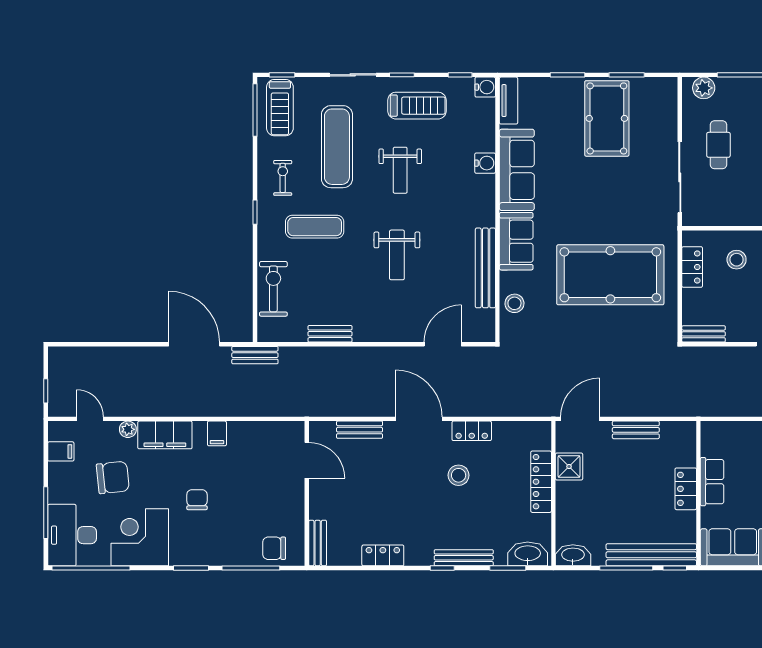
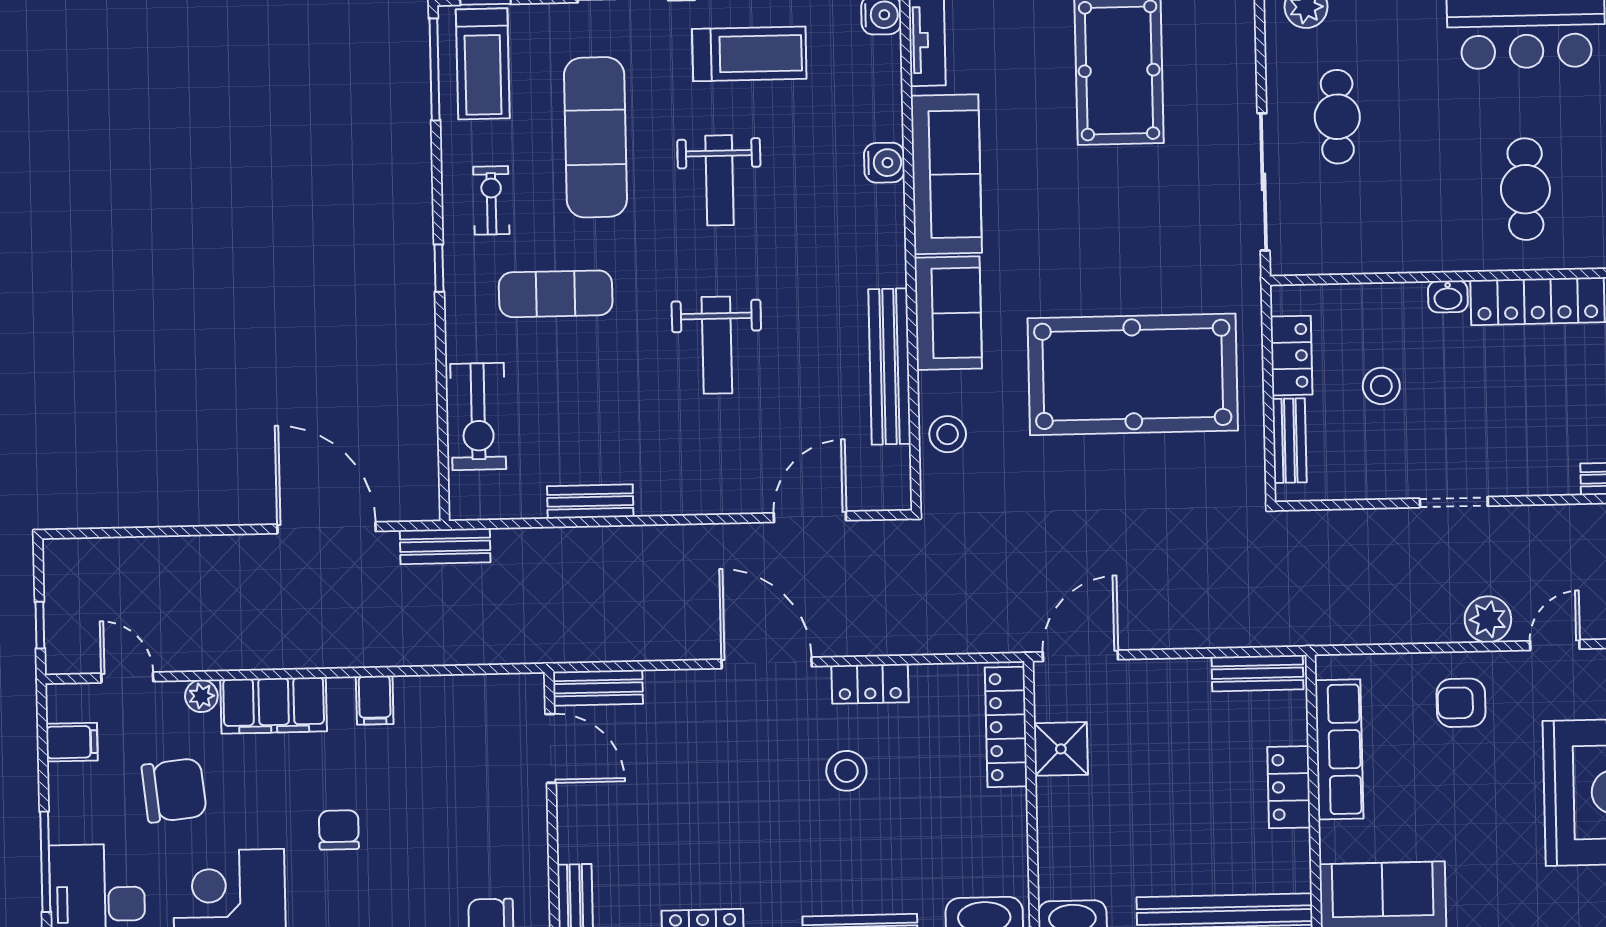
stool: (737, 260) -> (1381, 386), moved
exercise bike: (273, 289) -> (478, 416), turned 180
bench: (704, 334) -> (1289, 441), moved, turned 90
bench: (360, 430) -> (598, 688), moved
bench: (636, 430) -> (1258, 673), moved
locker: (541, 482) -> (1006, 727), moved
row of seats: (712, 482) -> (1339, 749), width x1.48

